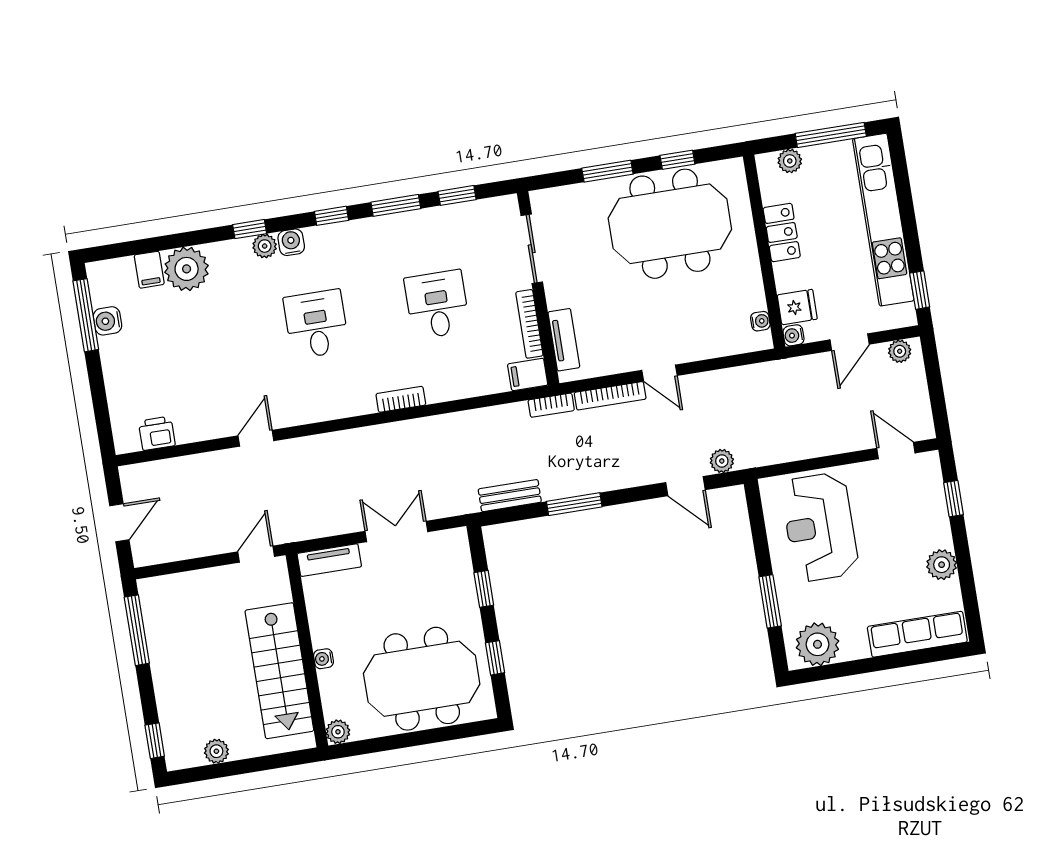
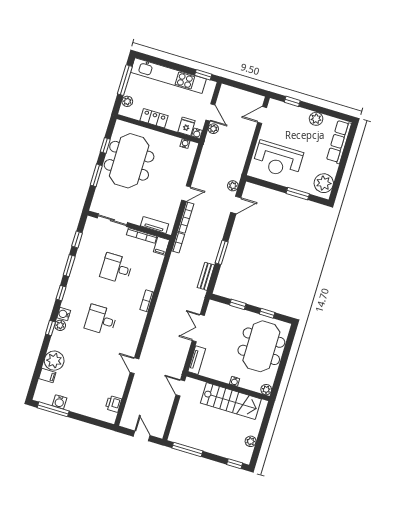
plant: (900, 351) -> (213, 129), moved

